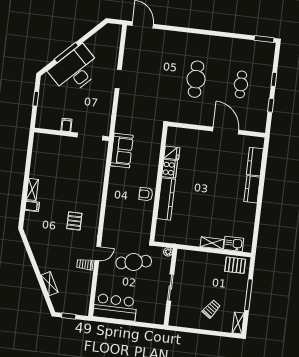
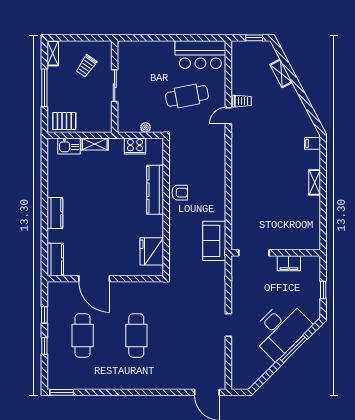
cafe table: (241, 84) -> (83, 335), width x1.37, depth x1.35
filing cabinet: (66, 125) -> (289, 263), width x2.00
fridge: (172, 153) -> (152, 251), width x1.88, depth x1.34
kitchen counter: (255, 162) -> (55, 260), moved
cooker: (170, 169) -> (135, 146), moved, turned -90
filing cabinet: (32, 206) -> (312, 143), moved
pallet: (74, 221) -> (261, 151), removed
cafe table: (134, 262) -> (187, 96), moved
sliding door: (170, 287) -> (115, 86), moved
wall: (170, 287) -> (115, 87), moved

